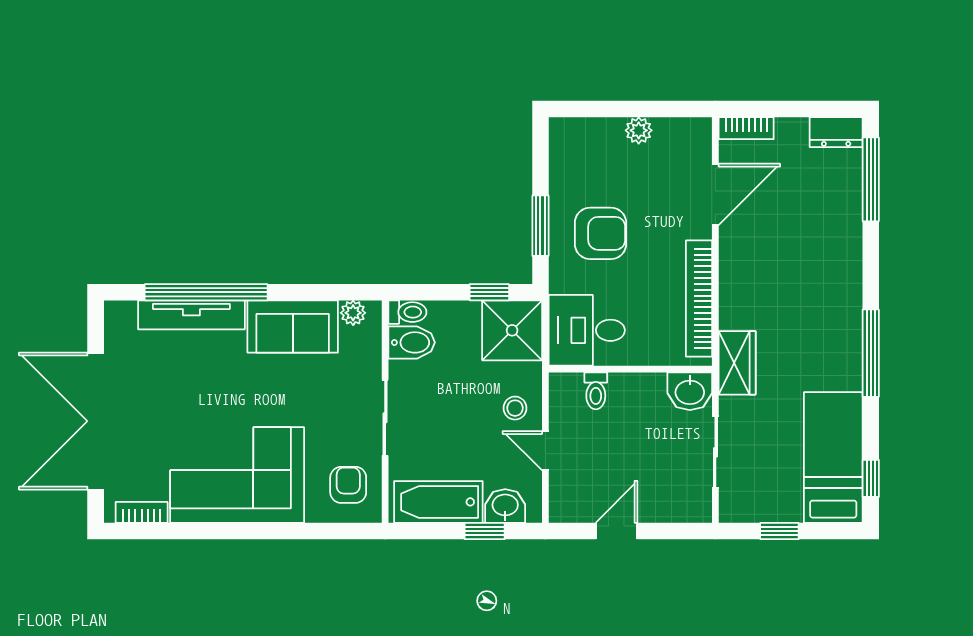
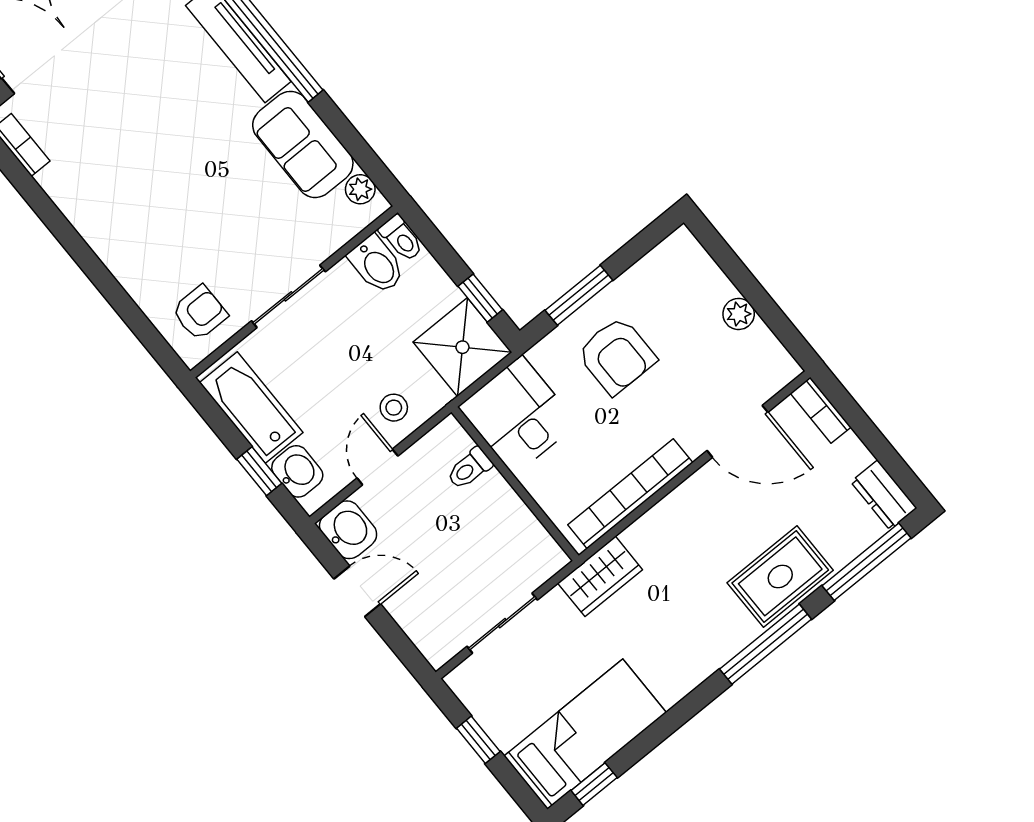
rug: (834, 244) -> (780, 576), added
window: (871, 353) -> (766, 644), moved
washbasin: (690, 391) -> (348, 530), moved, turned 180
corner sofa: (237, 475) -> (126, 204), removed

